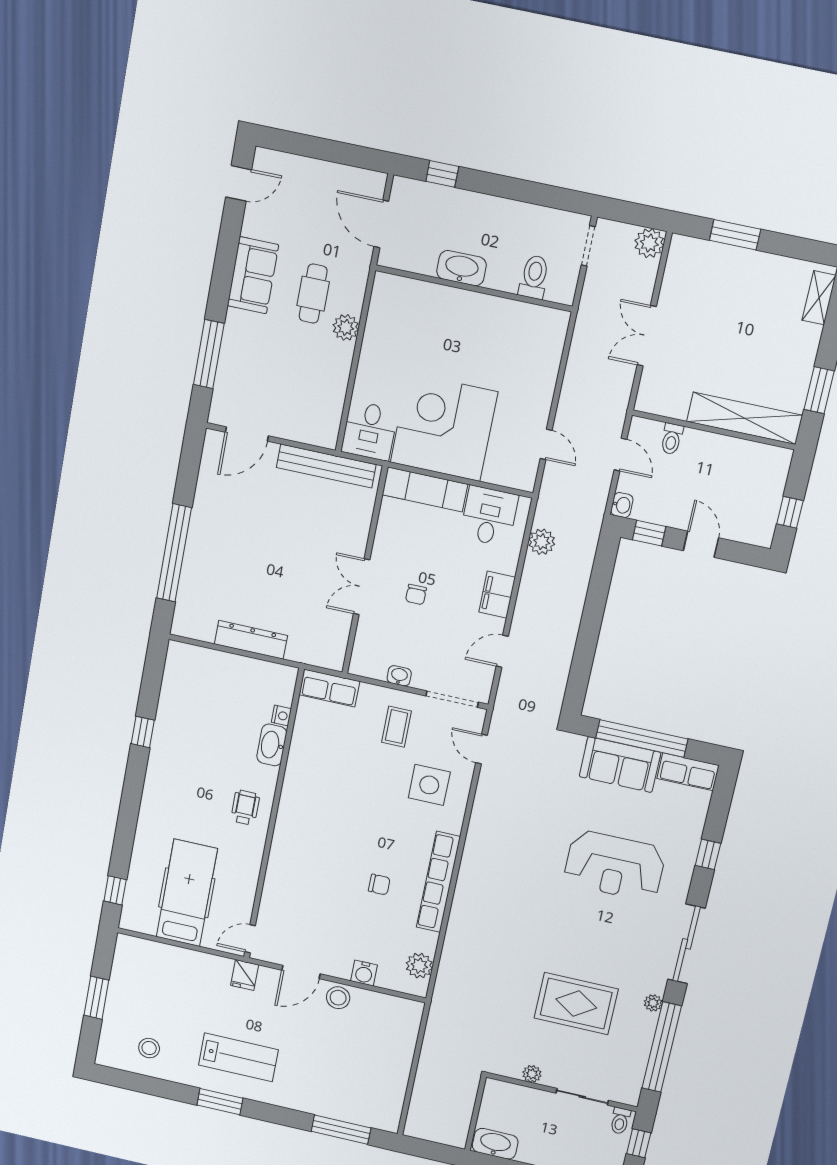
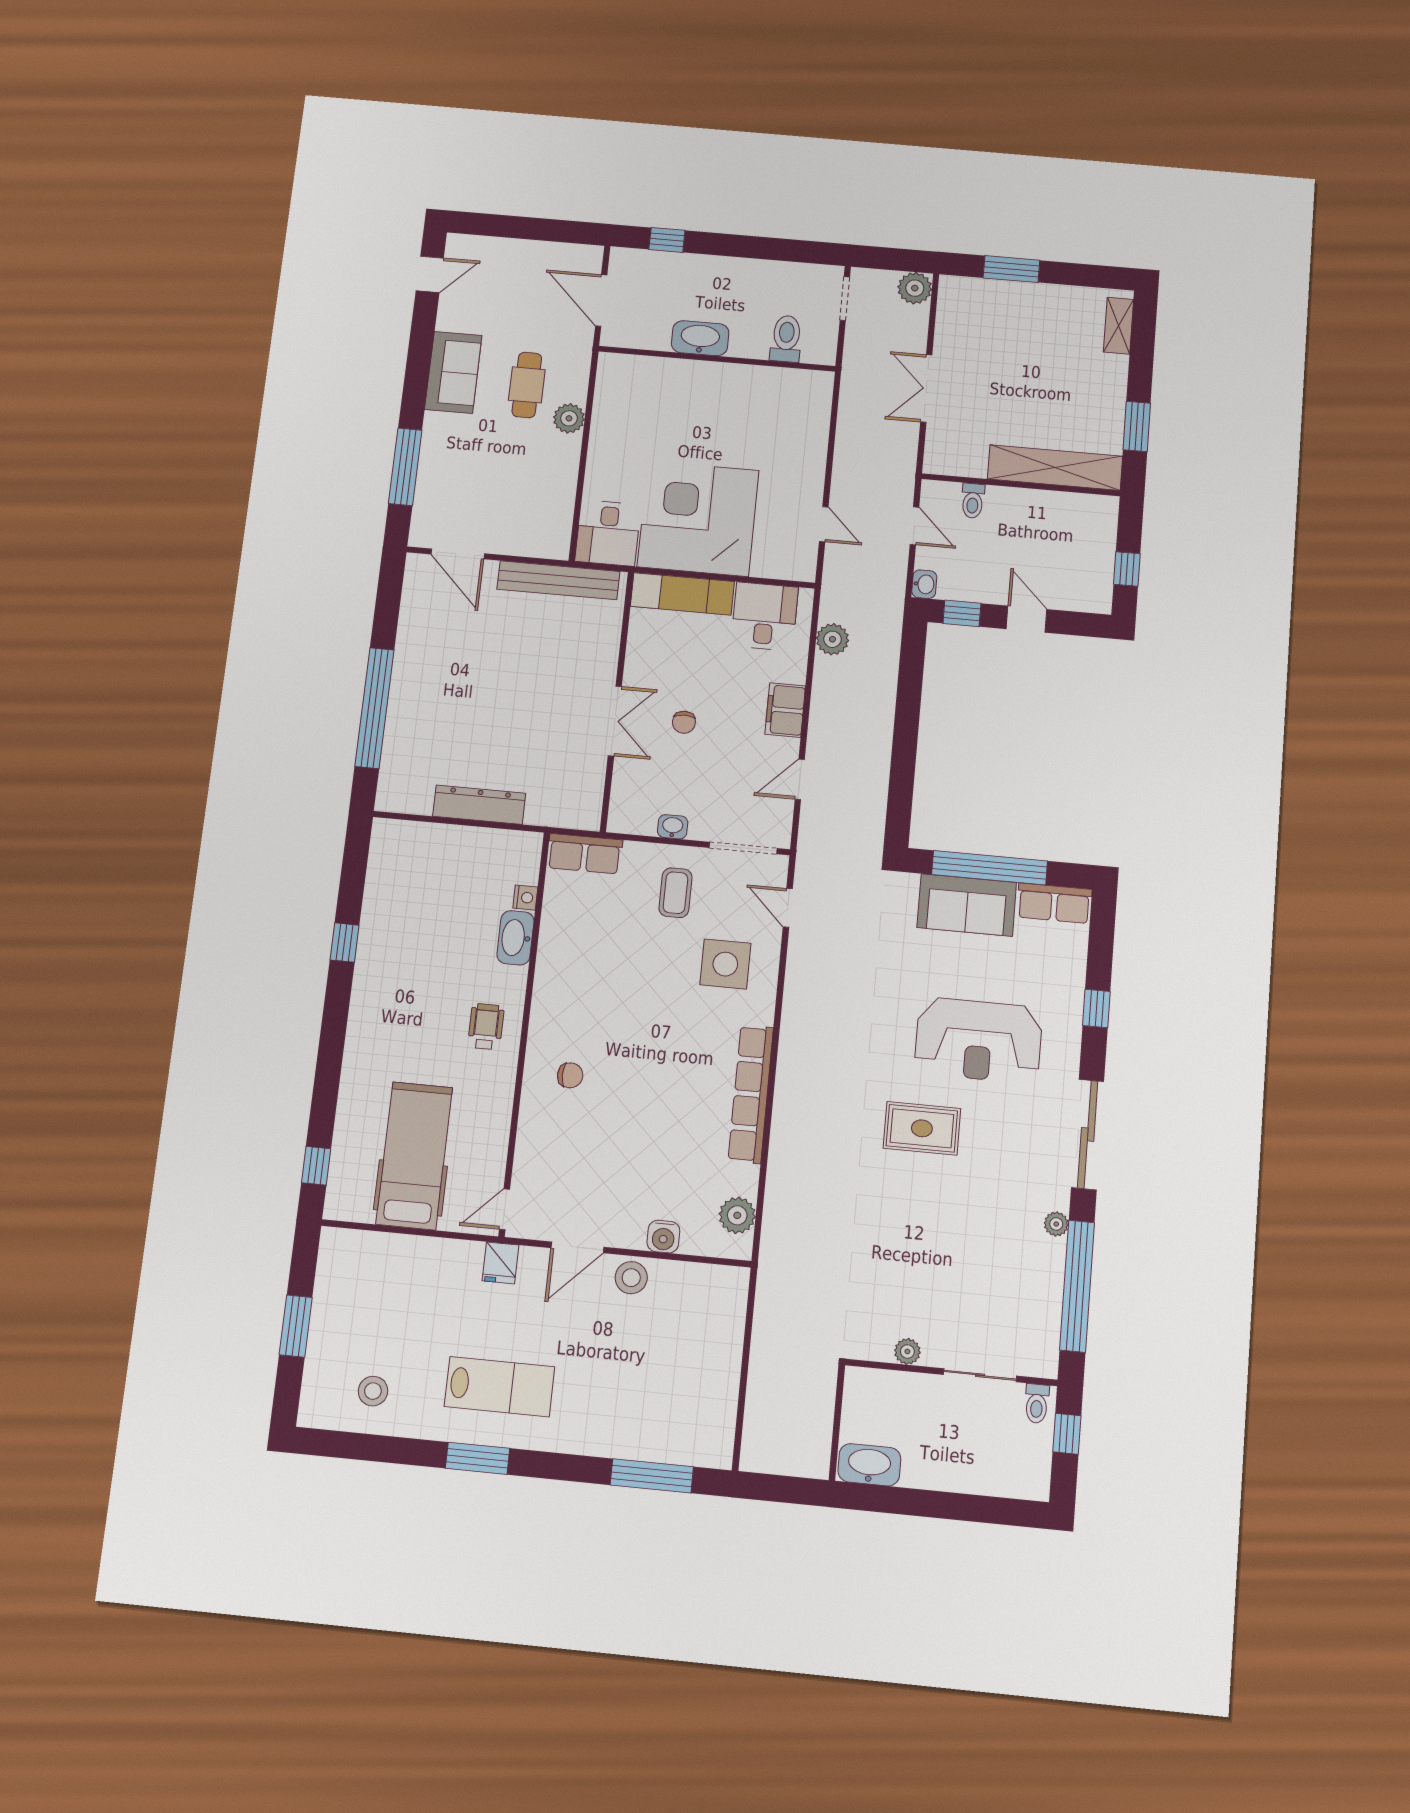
door: (247, 434) -> (458, 554), hinge flipped
double door: (362, 587) -> (615, 721), swing flipped
chair: (379, 885) -> (570, 1075), moved
rug: (576, 1004) -> (922, 1128), moved, width x0.73, depth x0.70

